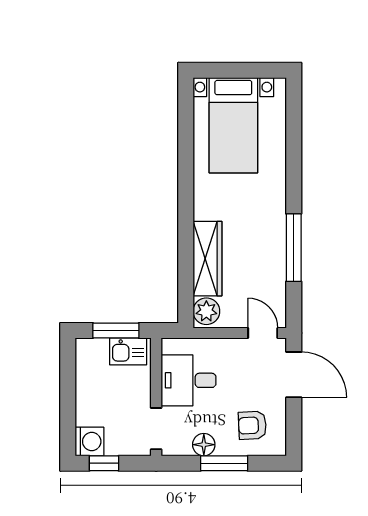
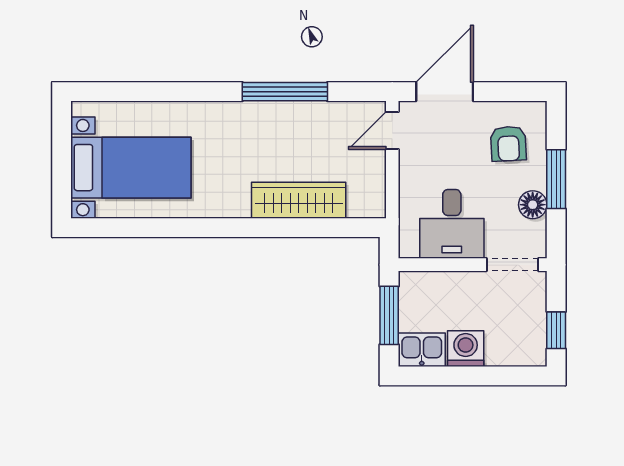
plant: (206, 311) -> (365, 201), removed
kitchen sink: (128, 351) -> (422, 350), moved, turned -90
washing machine: (89, 441) -> (466, 349), moved

